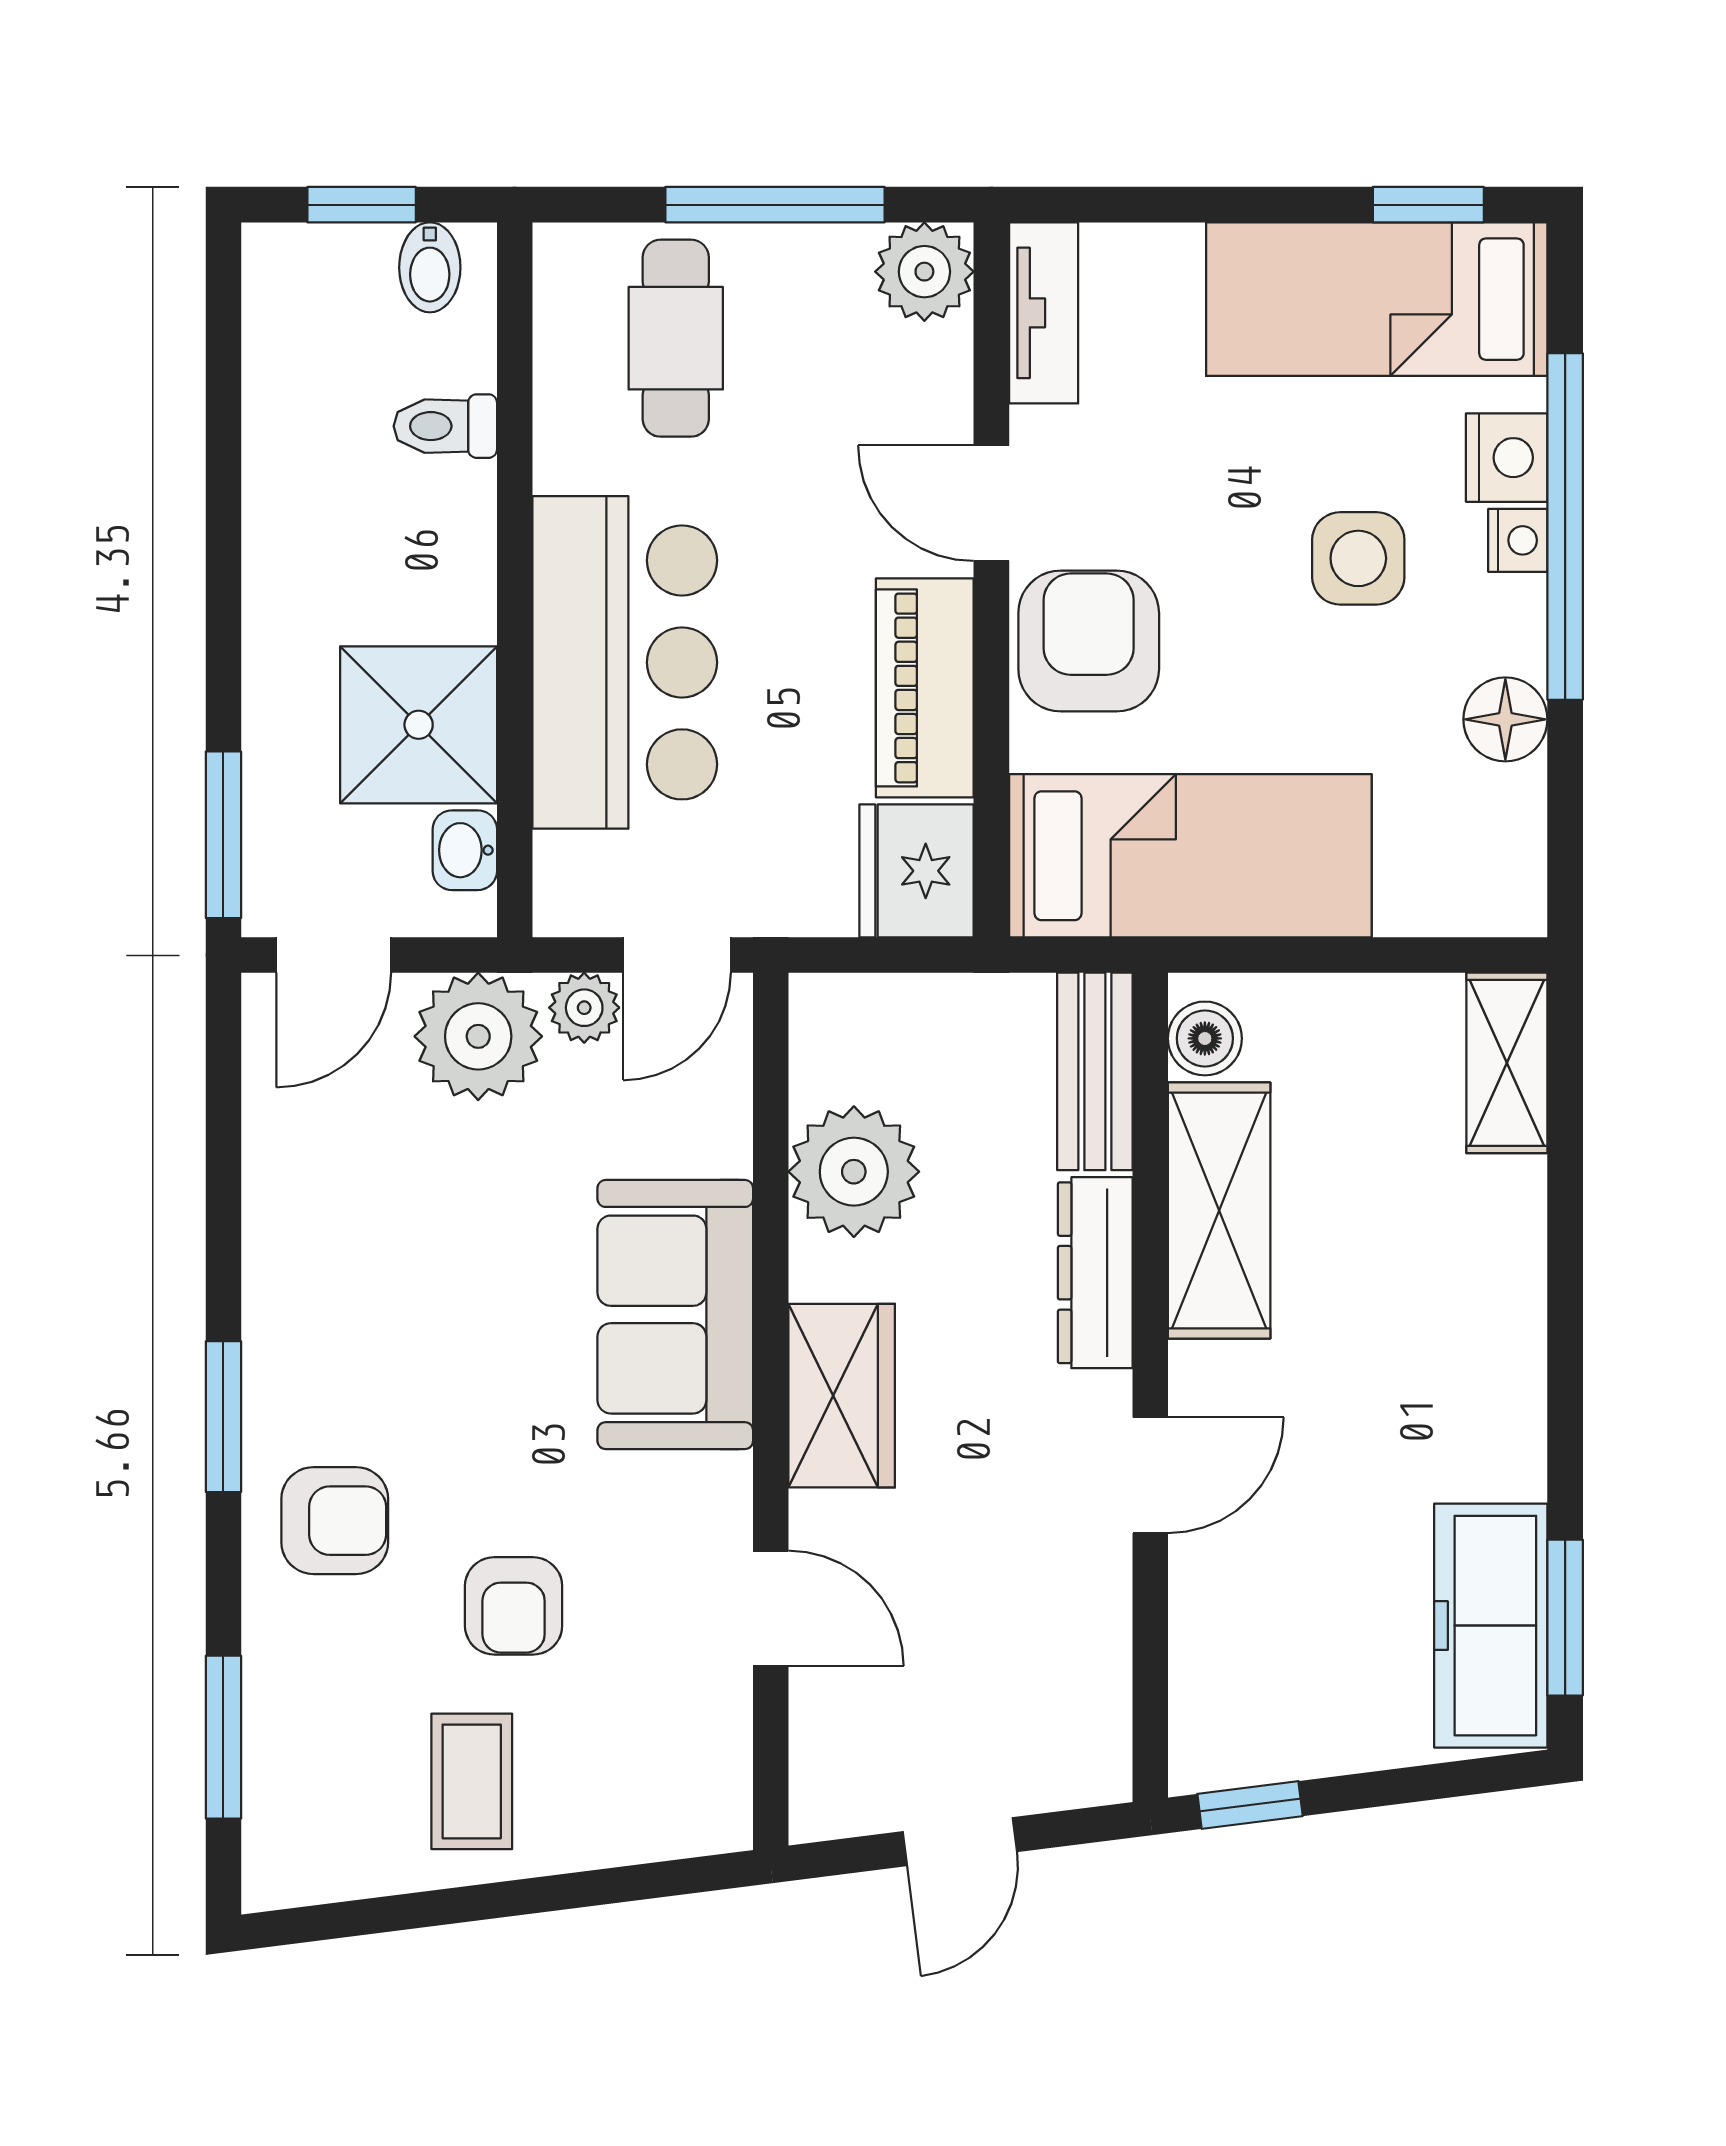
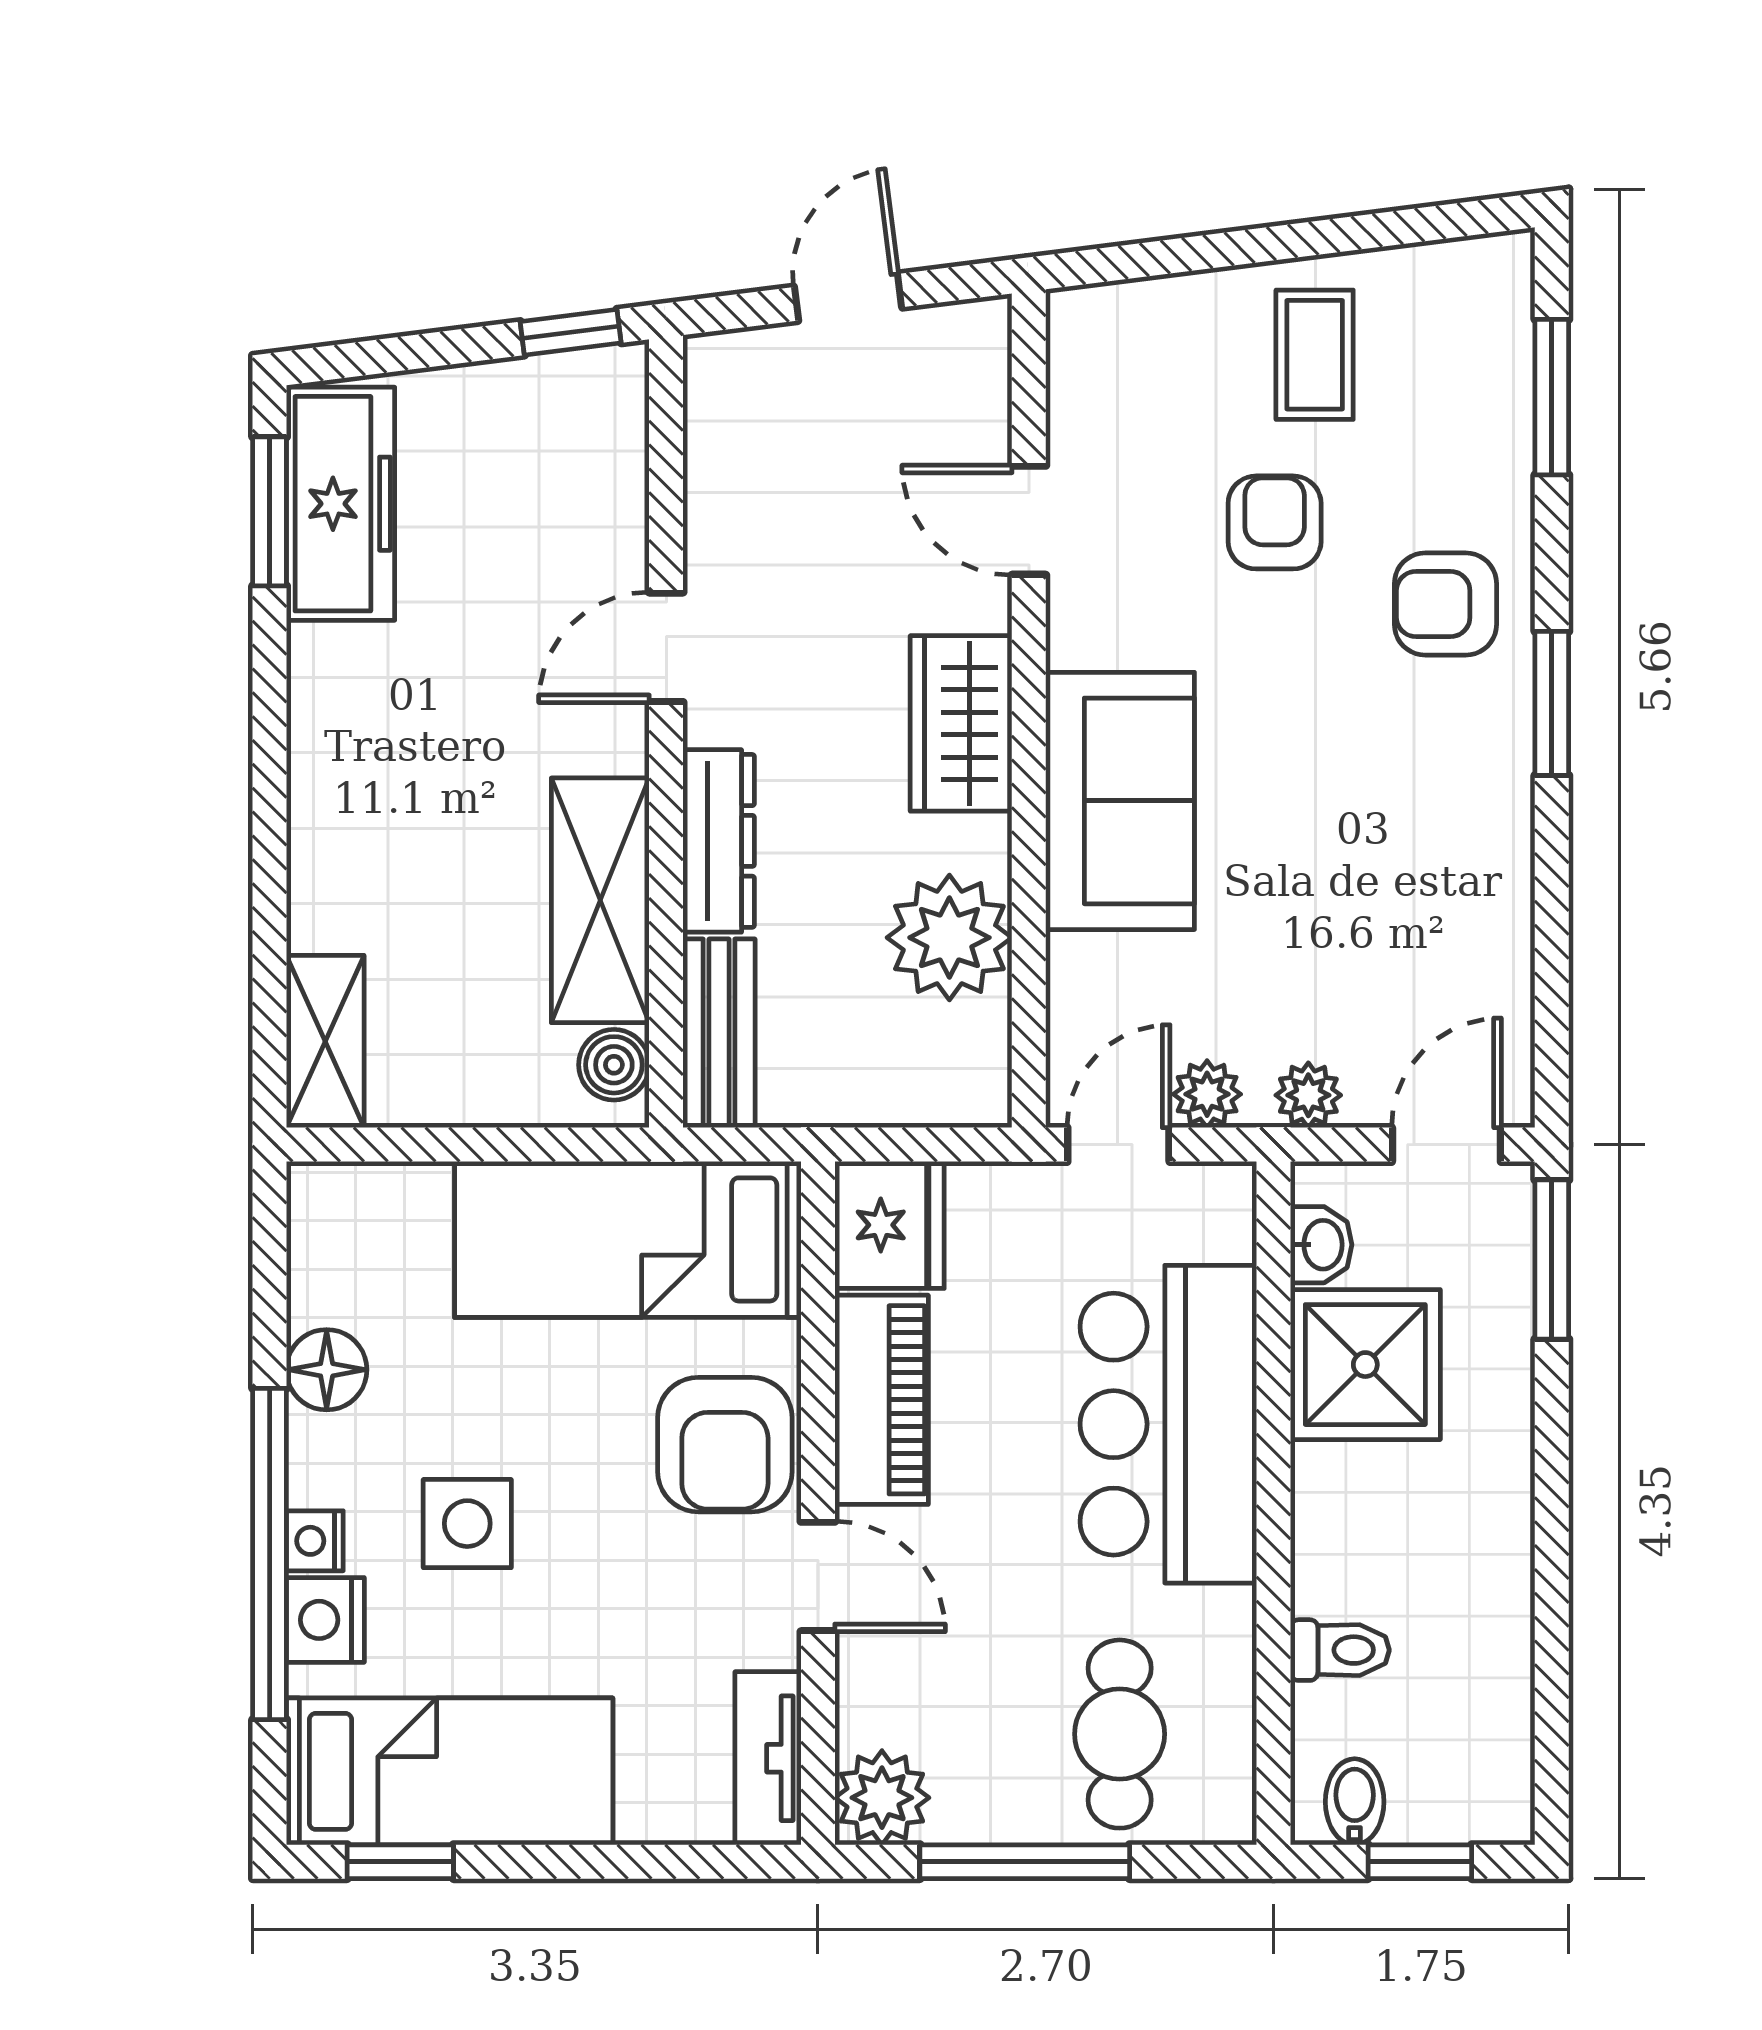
plant: (478, 1036) -> (1308, 1095), width x0.53, depth x0.53

